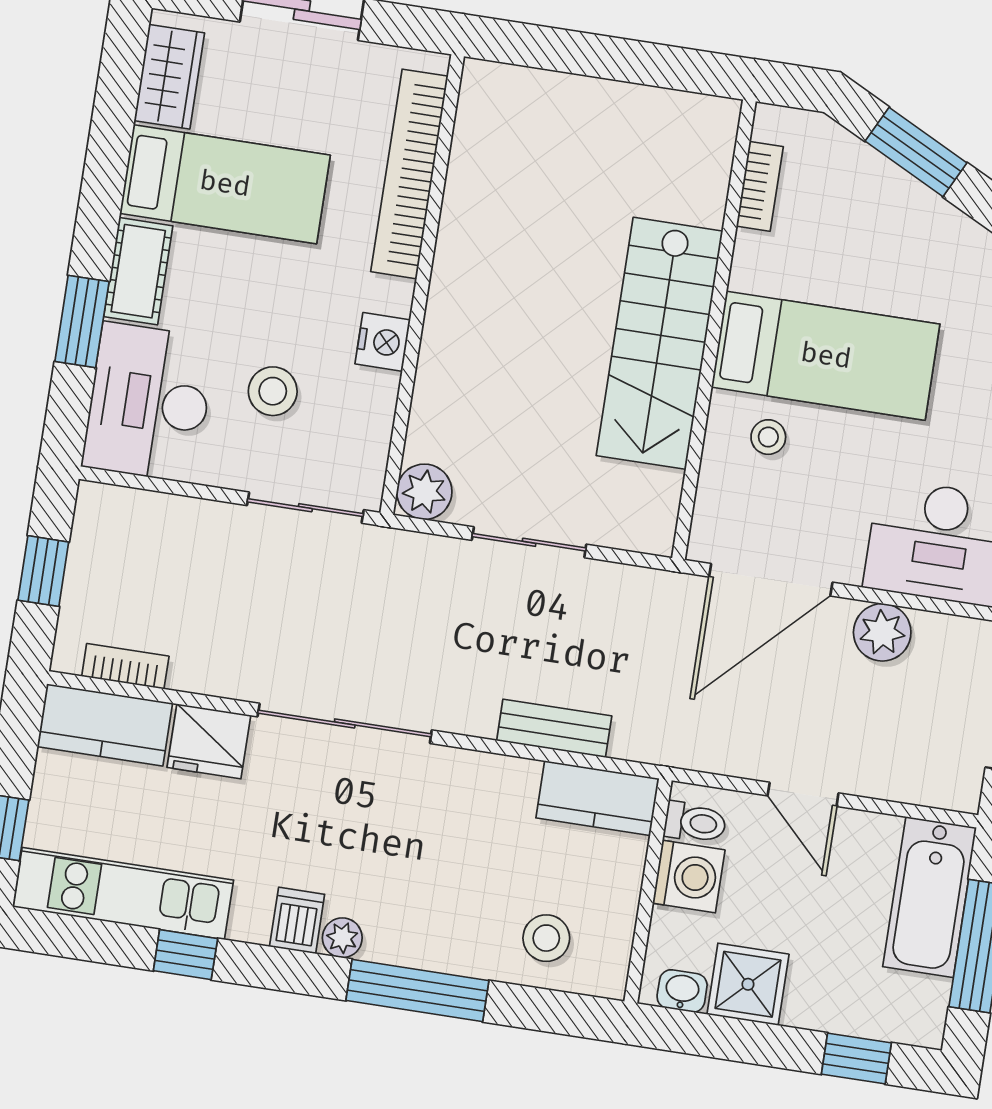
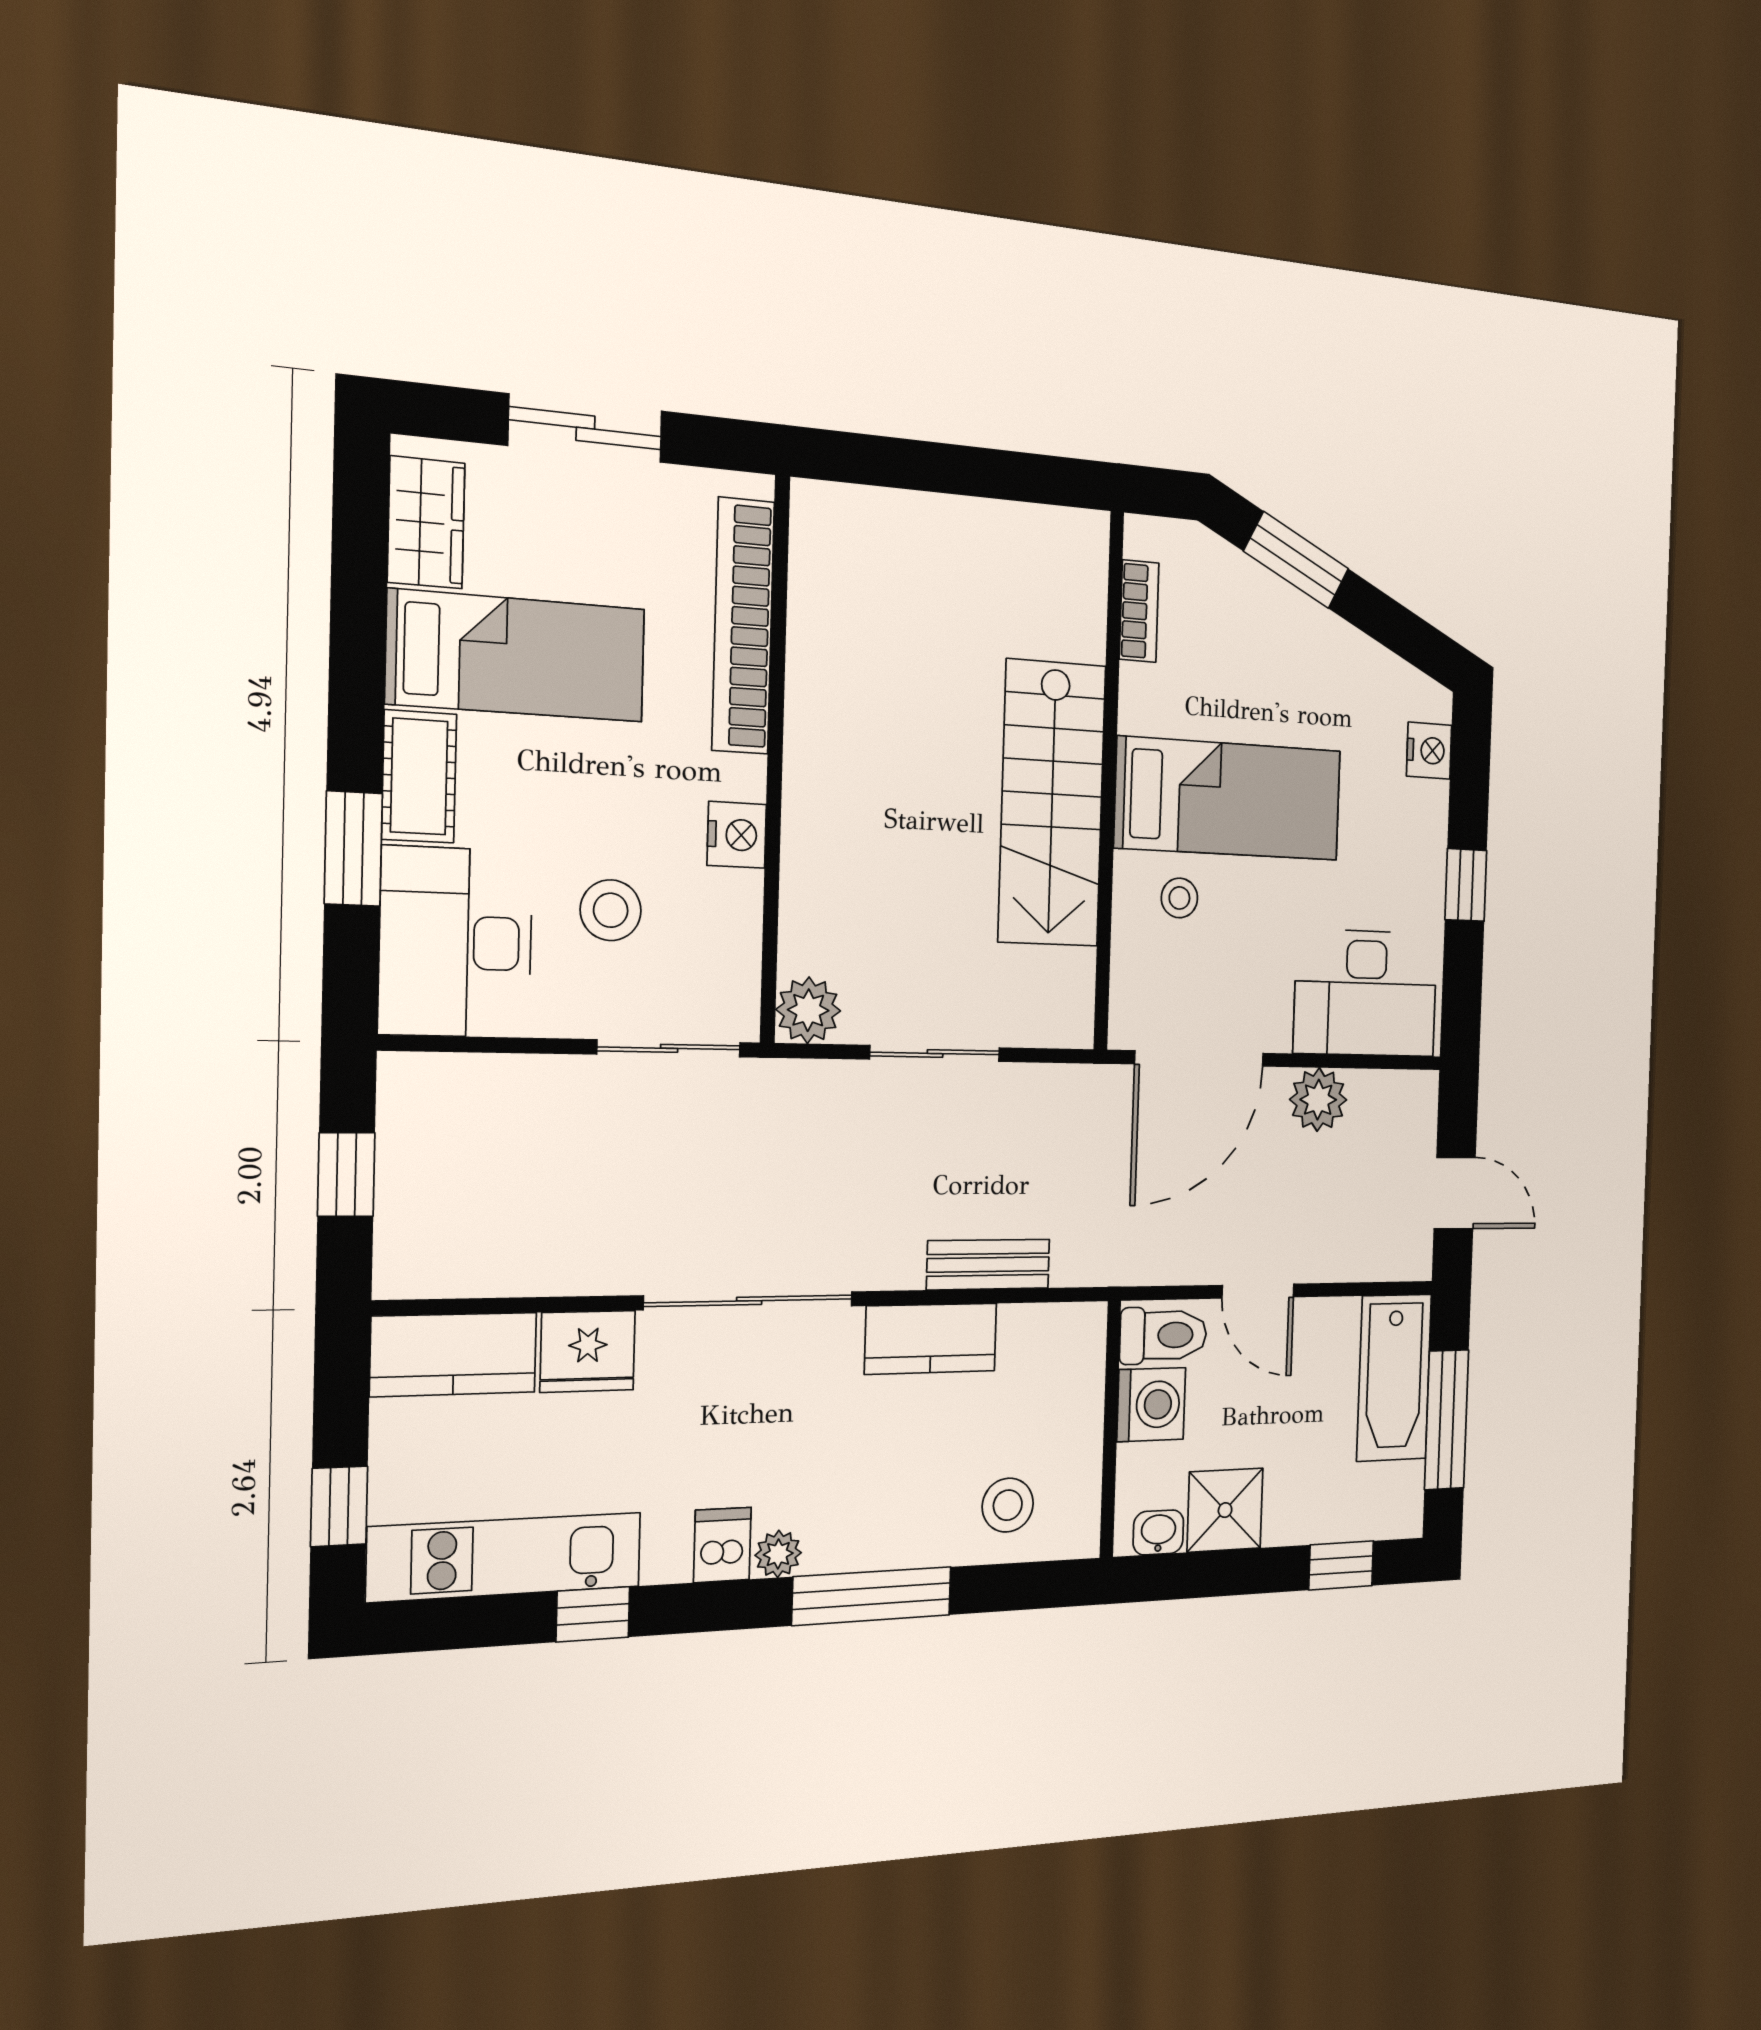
bookcase: (125, 666) -> (470, 1277), removed
kitchen counter: (597, 798) -> (931, 1339), moved
toilet: (695, 823) -> (1163, 1335), width x1.37, depth x1.39

